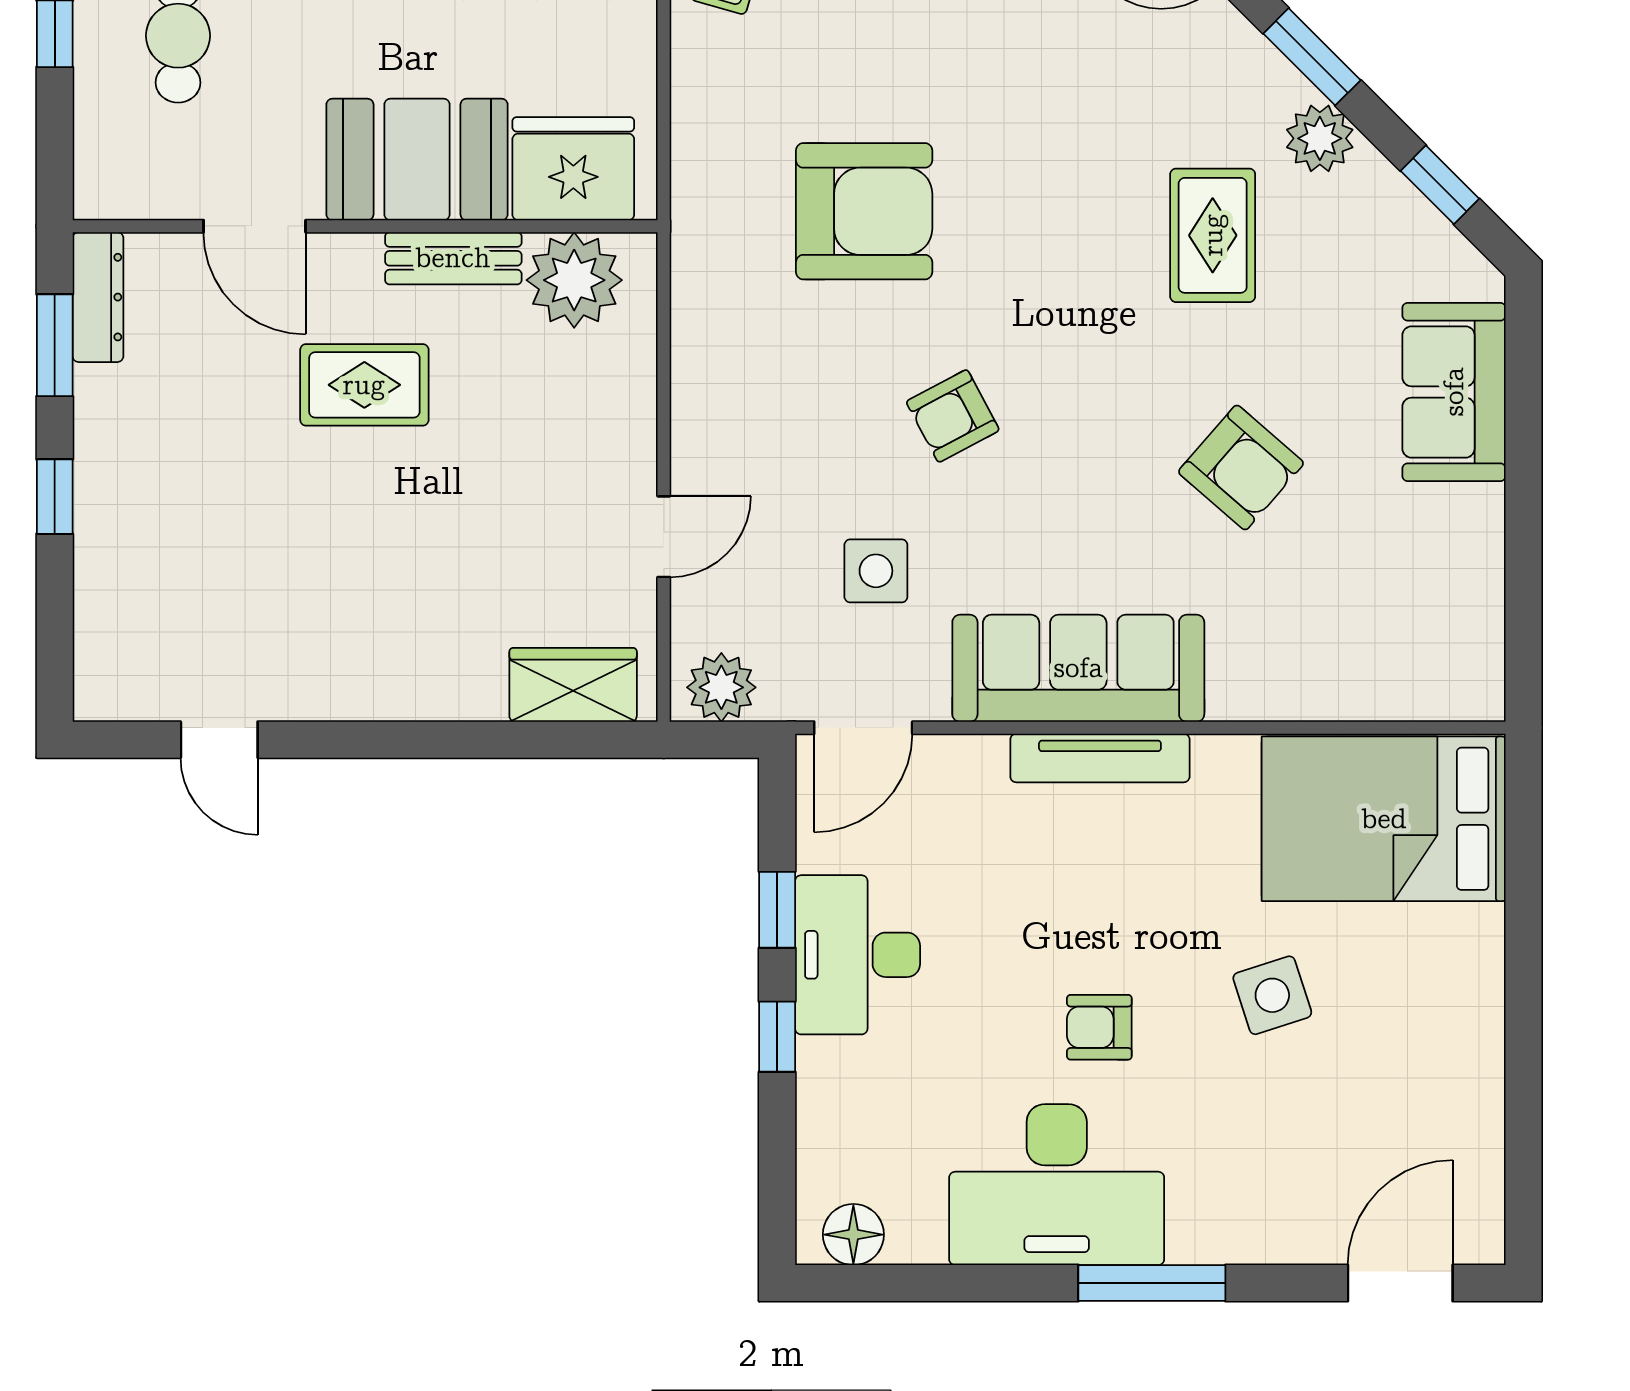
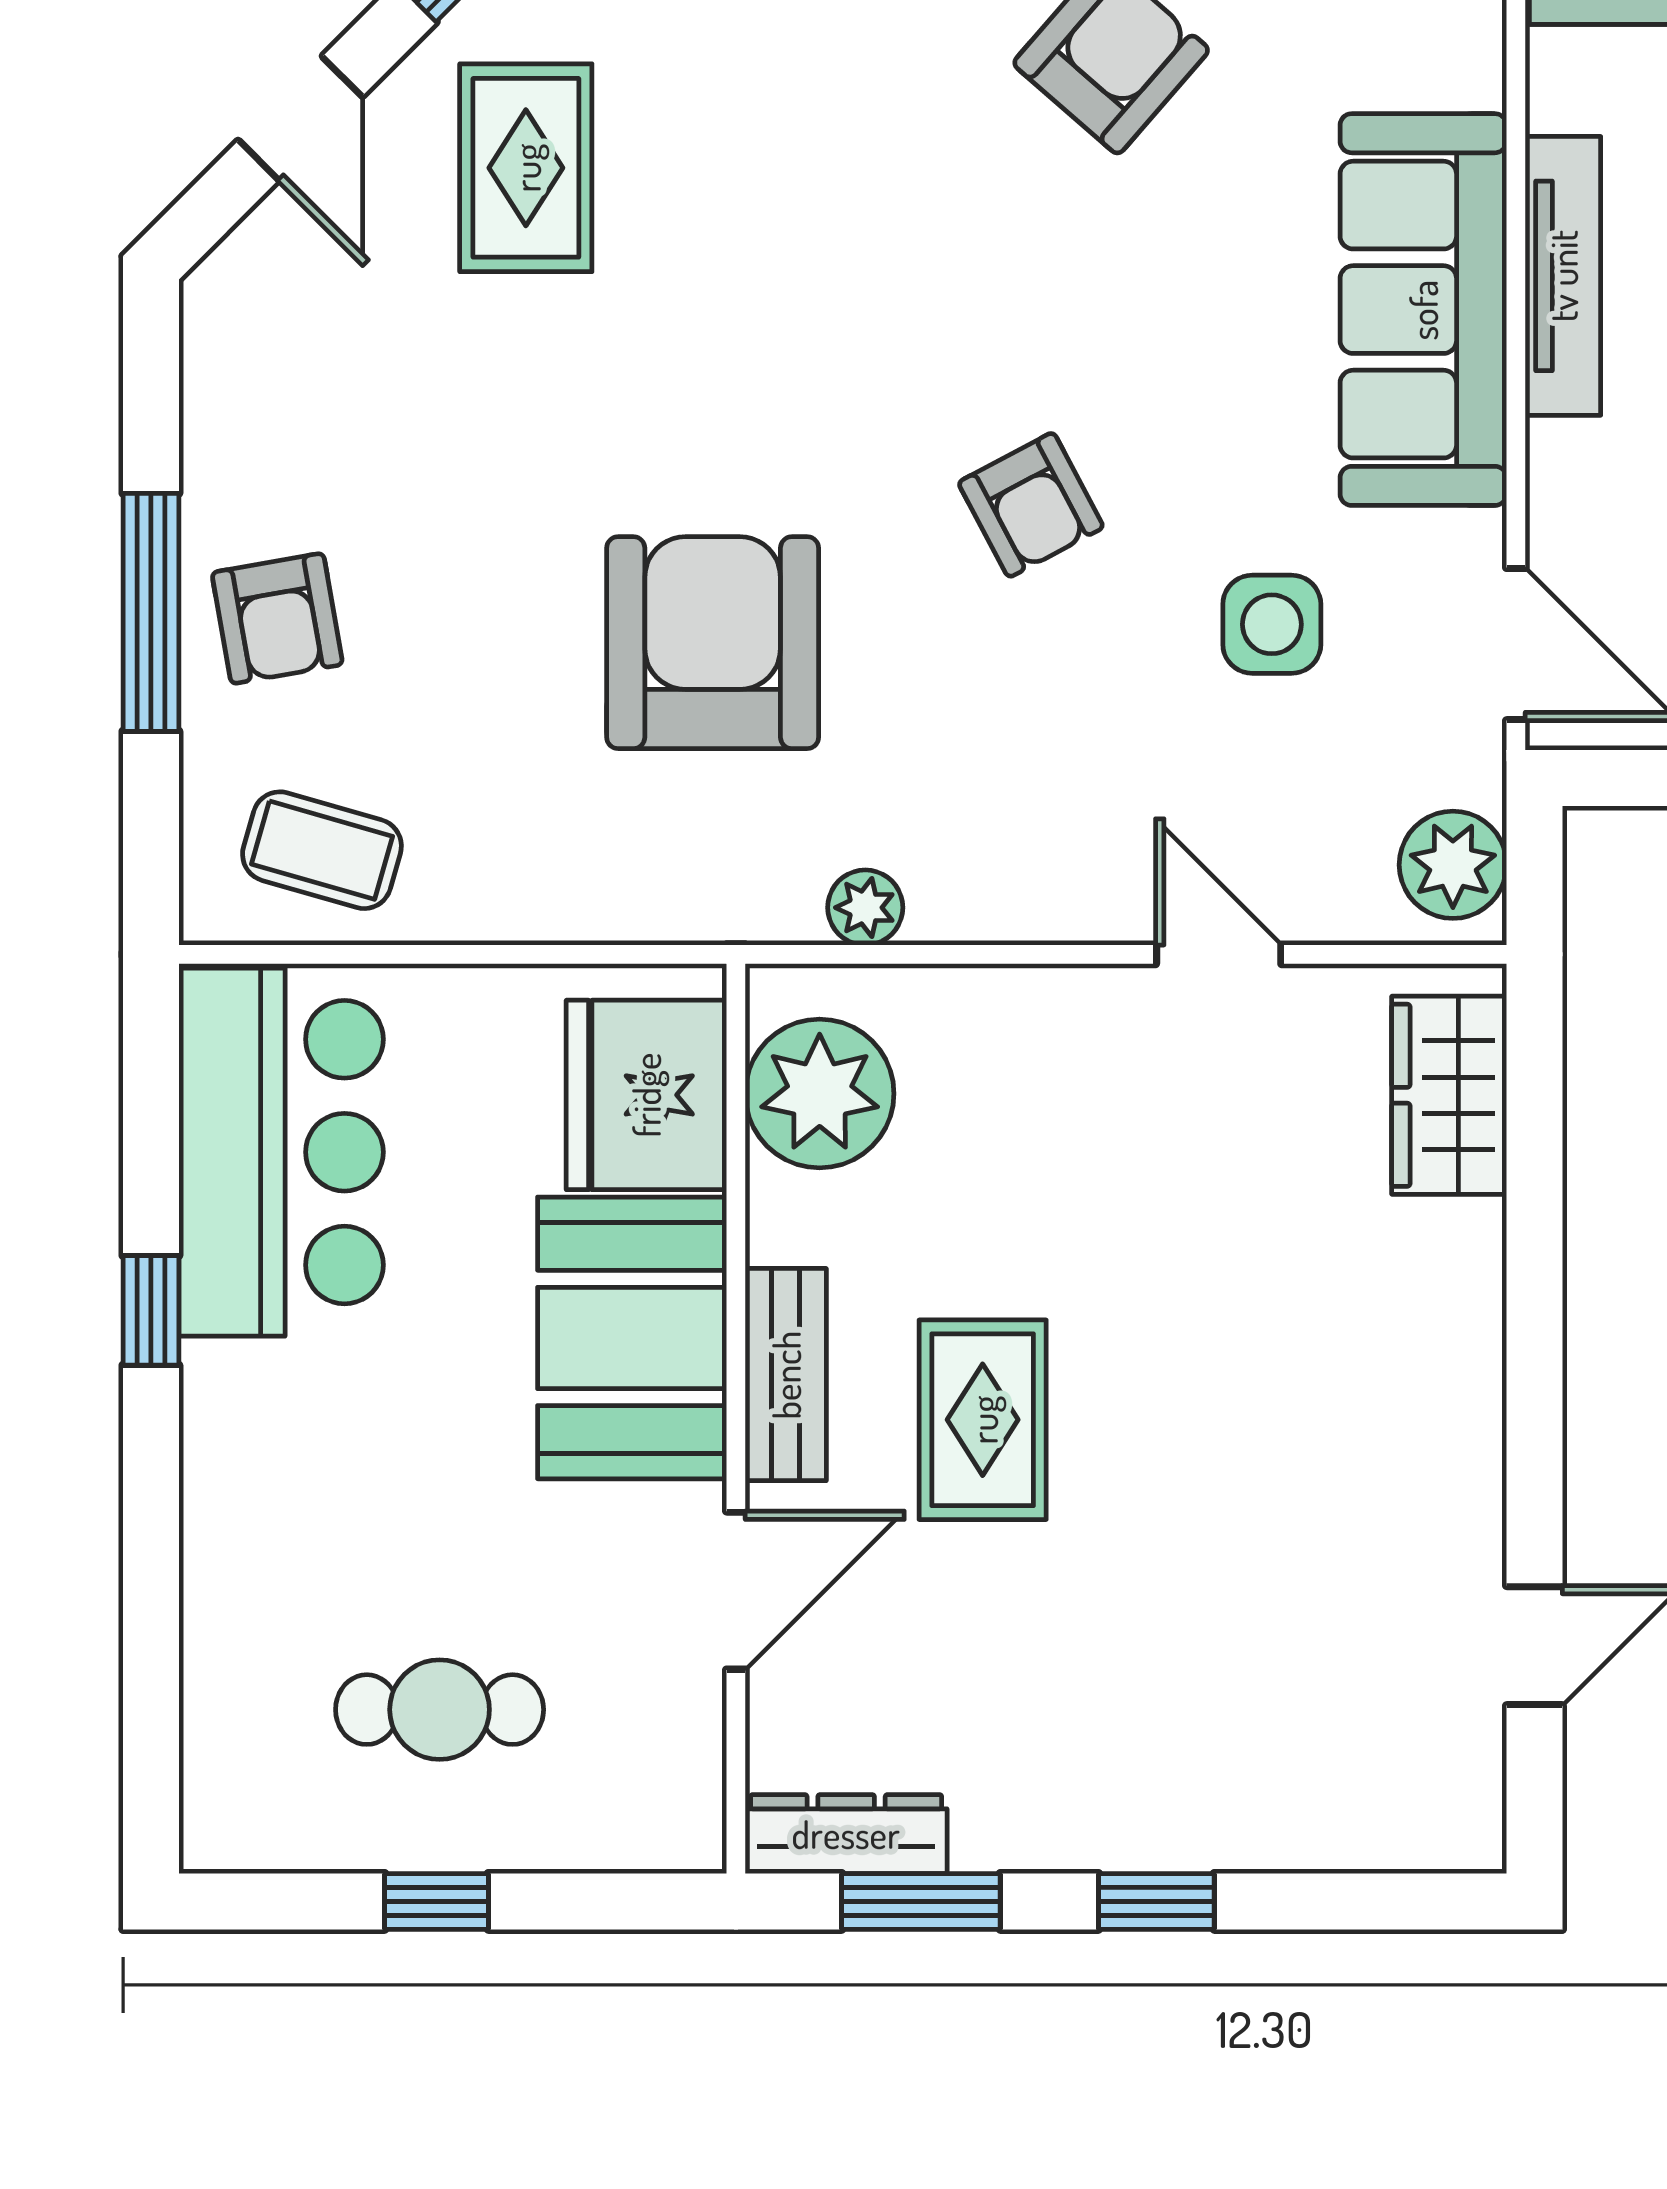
rug: (1213, 235) -> (526, 168), moved, turned 90
bench: (453, 258) -> (786, 1375), moved
plant: (694, 309) -> (865, 908), added

